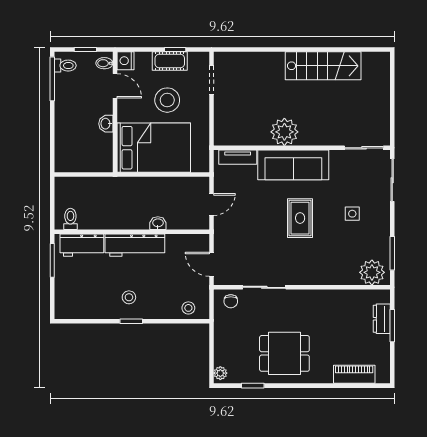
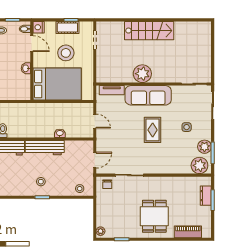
stairs: (323, 66) -> (149, 31), moved
door: (212, 204) -> (95, 121), hinge flipped
plant: (380, 244) -> (204, 147), added
door: (212, 264) -> (95, 160), swing flipped
dining table: (284, 353) -> (154, 216), moved, turned 90

